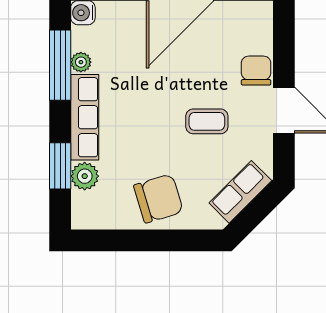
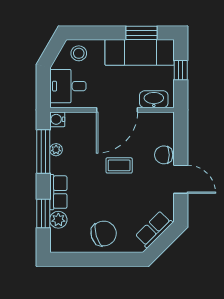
chair: (256, 71) -> (164, 155), turned -90
row of seats: (85, 117) -> (58, 192), width x0.68
coffee table: (207, 121) -> (119, 165), moved

